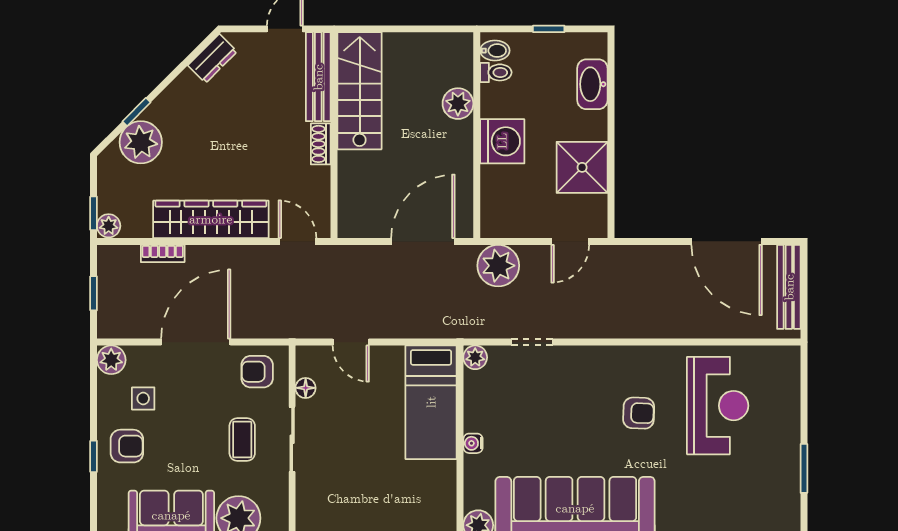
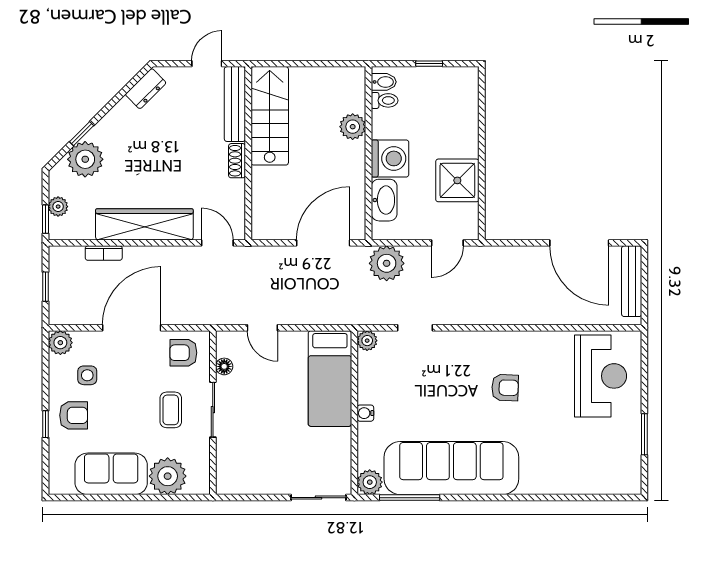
washbasin: (592, 84) -> (384, 200), moved, turned 180
plant: (109, 226) -> (58, 207), moved
reception desk: (718, 406) -> (601, 376), moved

